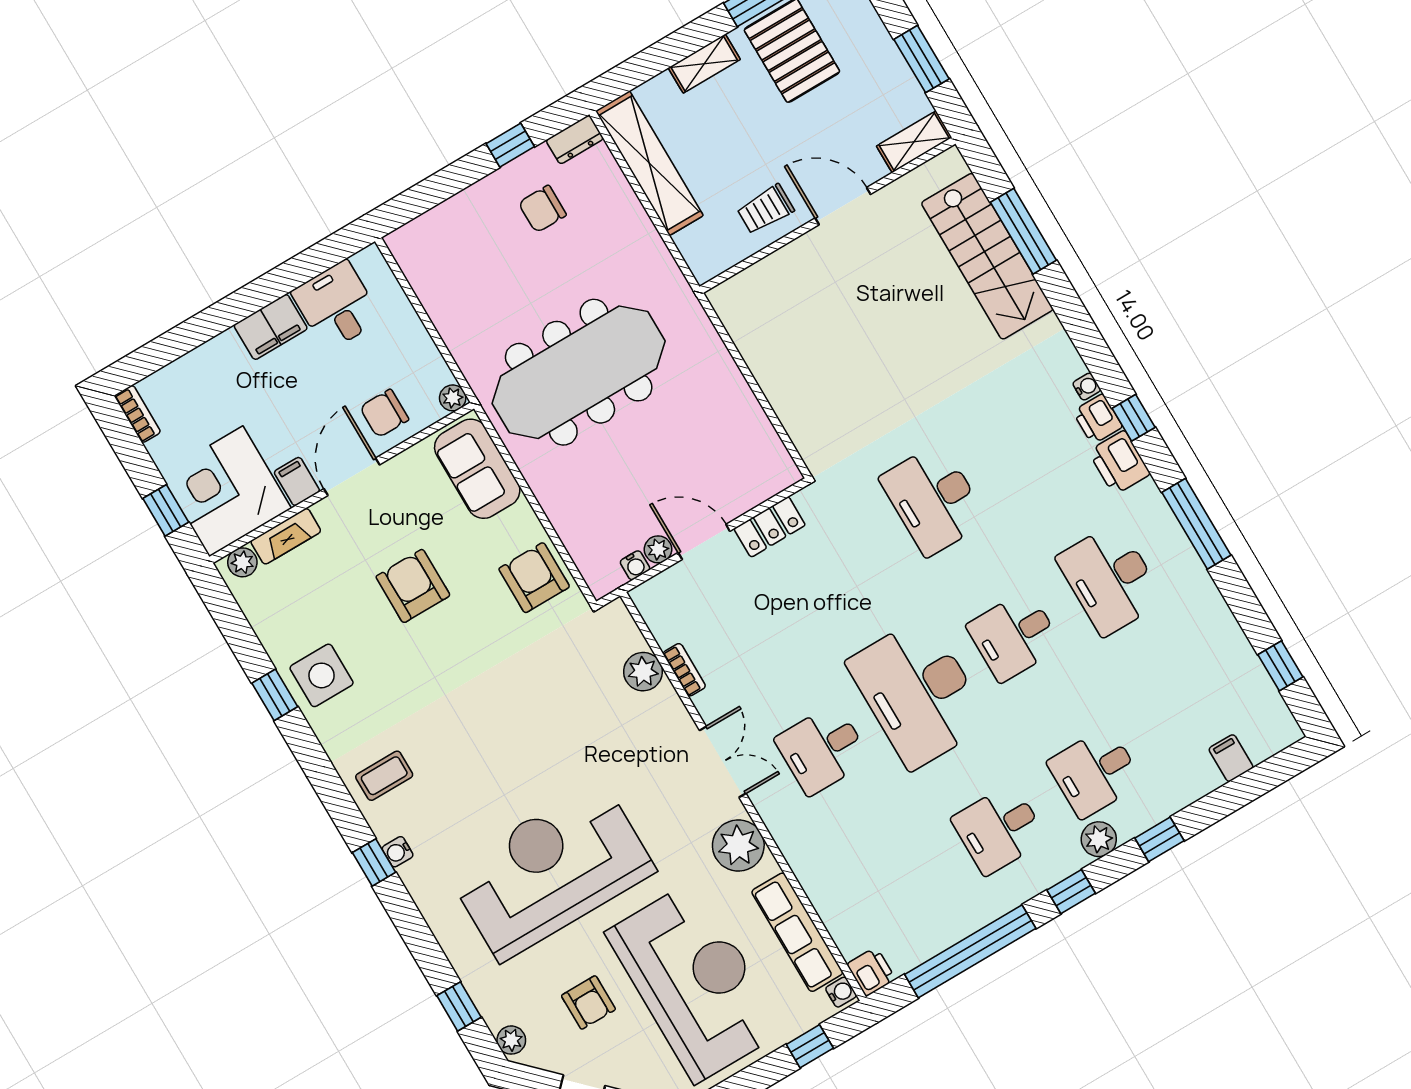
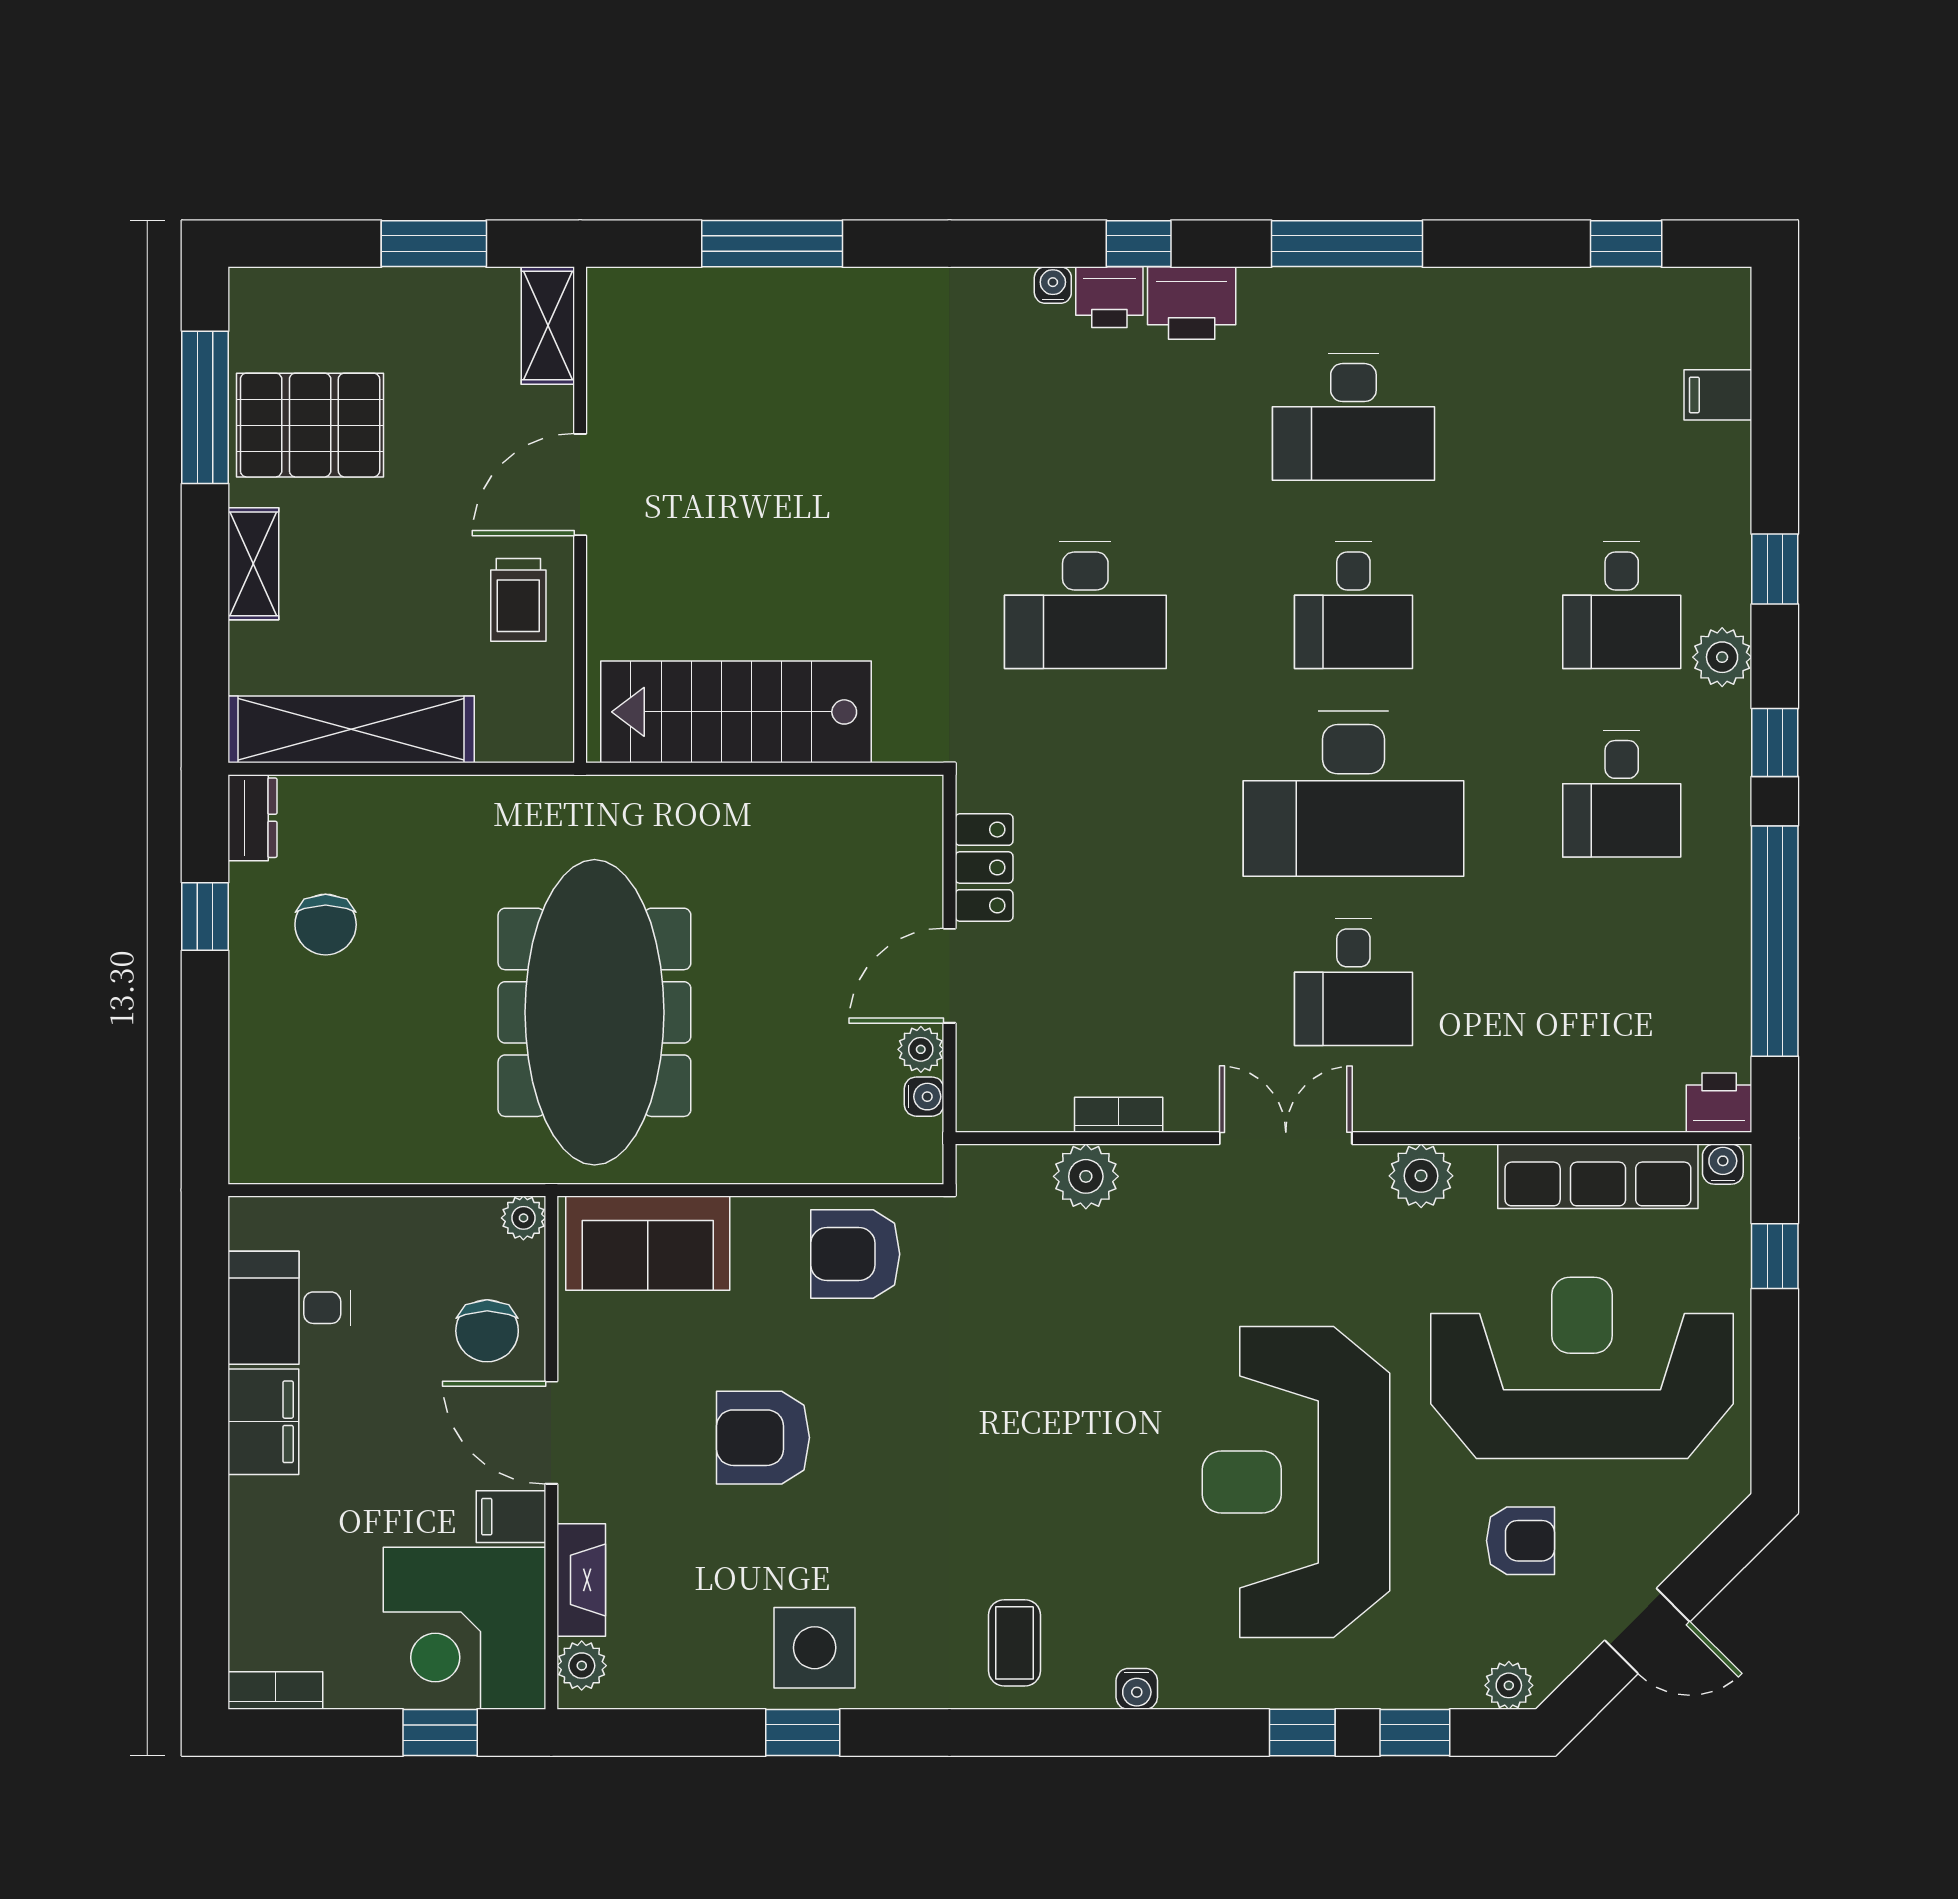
stairs: (987, 256) -> (736, 712), moved, turned 180
plant: (738, 845) -> (1421, 1176), width x0.73, depth x0.73
window: (374, 862) -> (1302, 1732), moved

